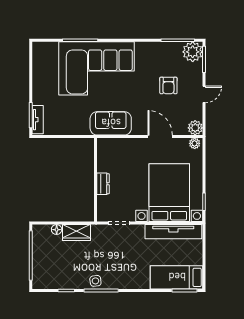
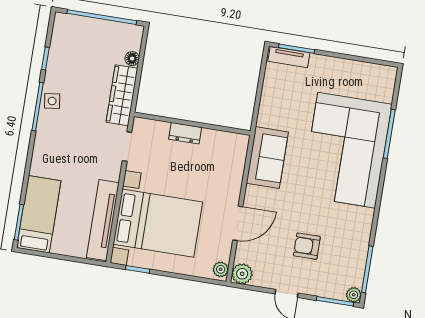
plant: (193, 52) -> (354, 295), width x0.53, depth x0.53
wardrobe: (77, 233) -> (122, 95), width x1.50

